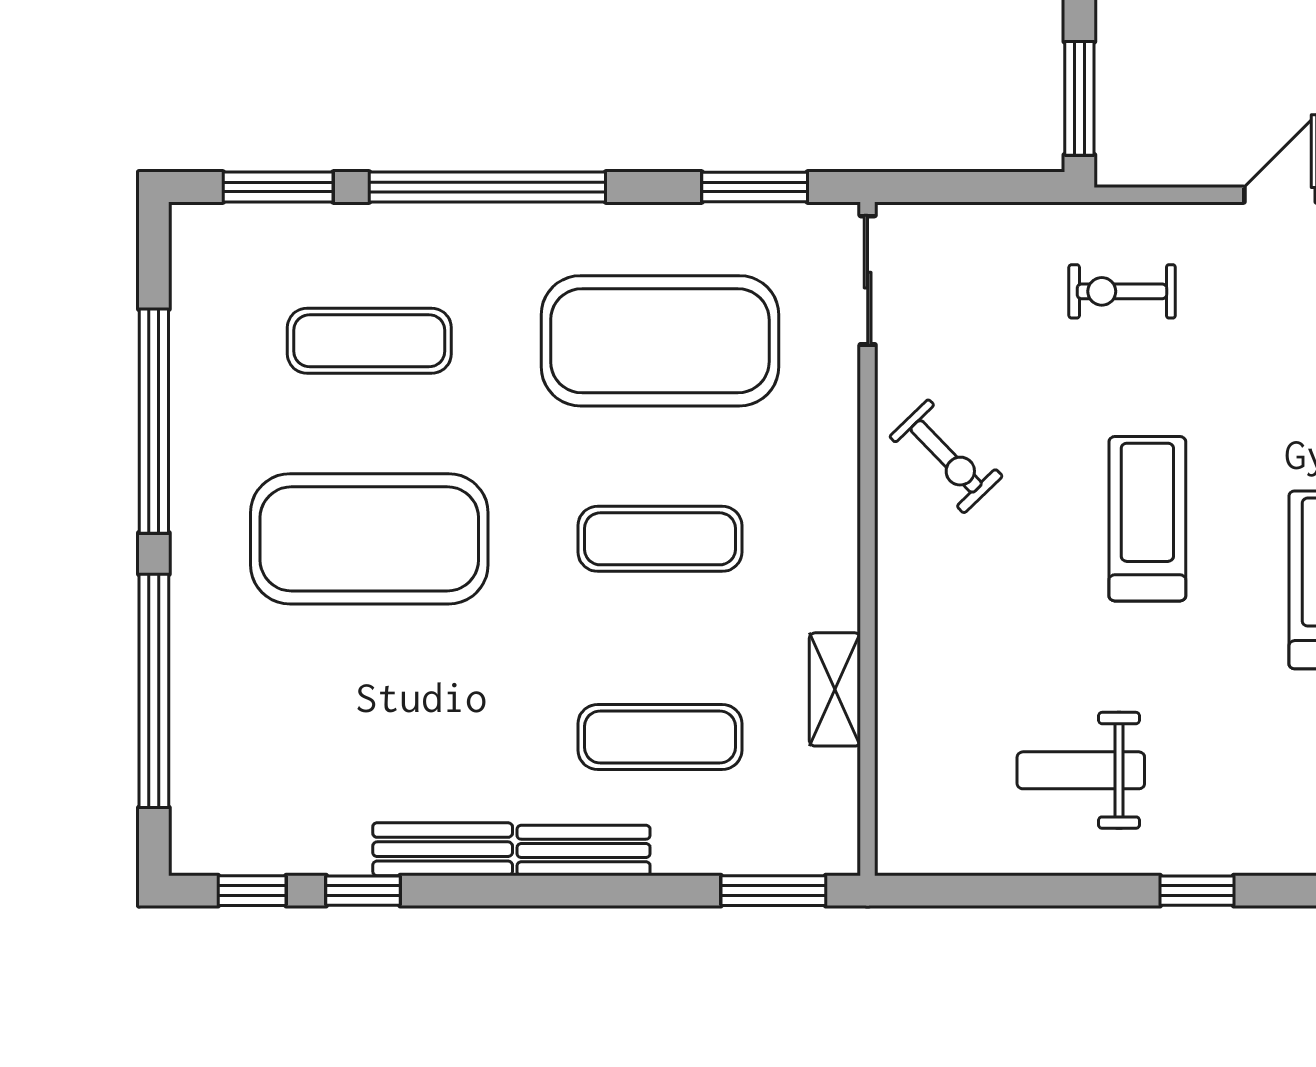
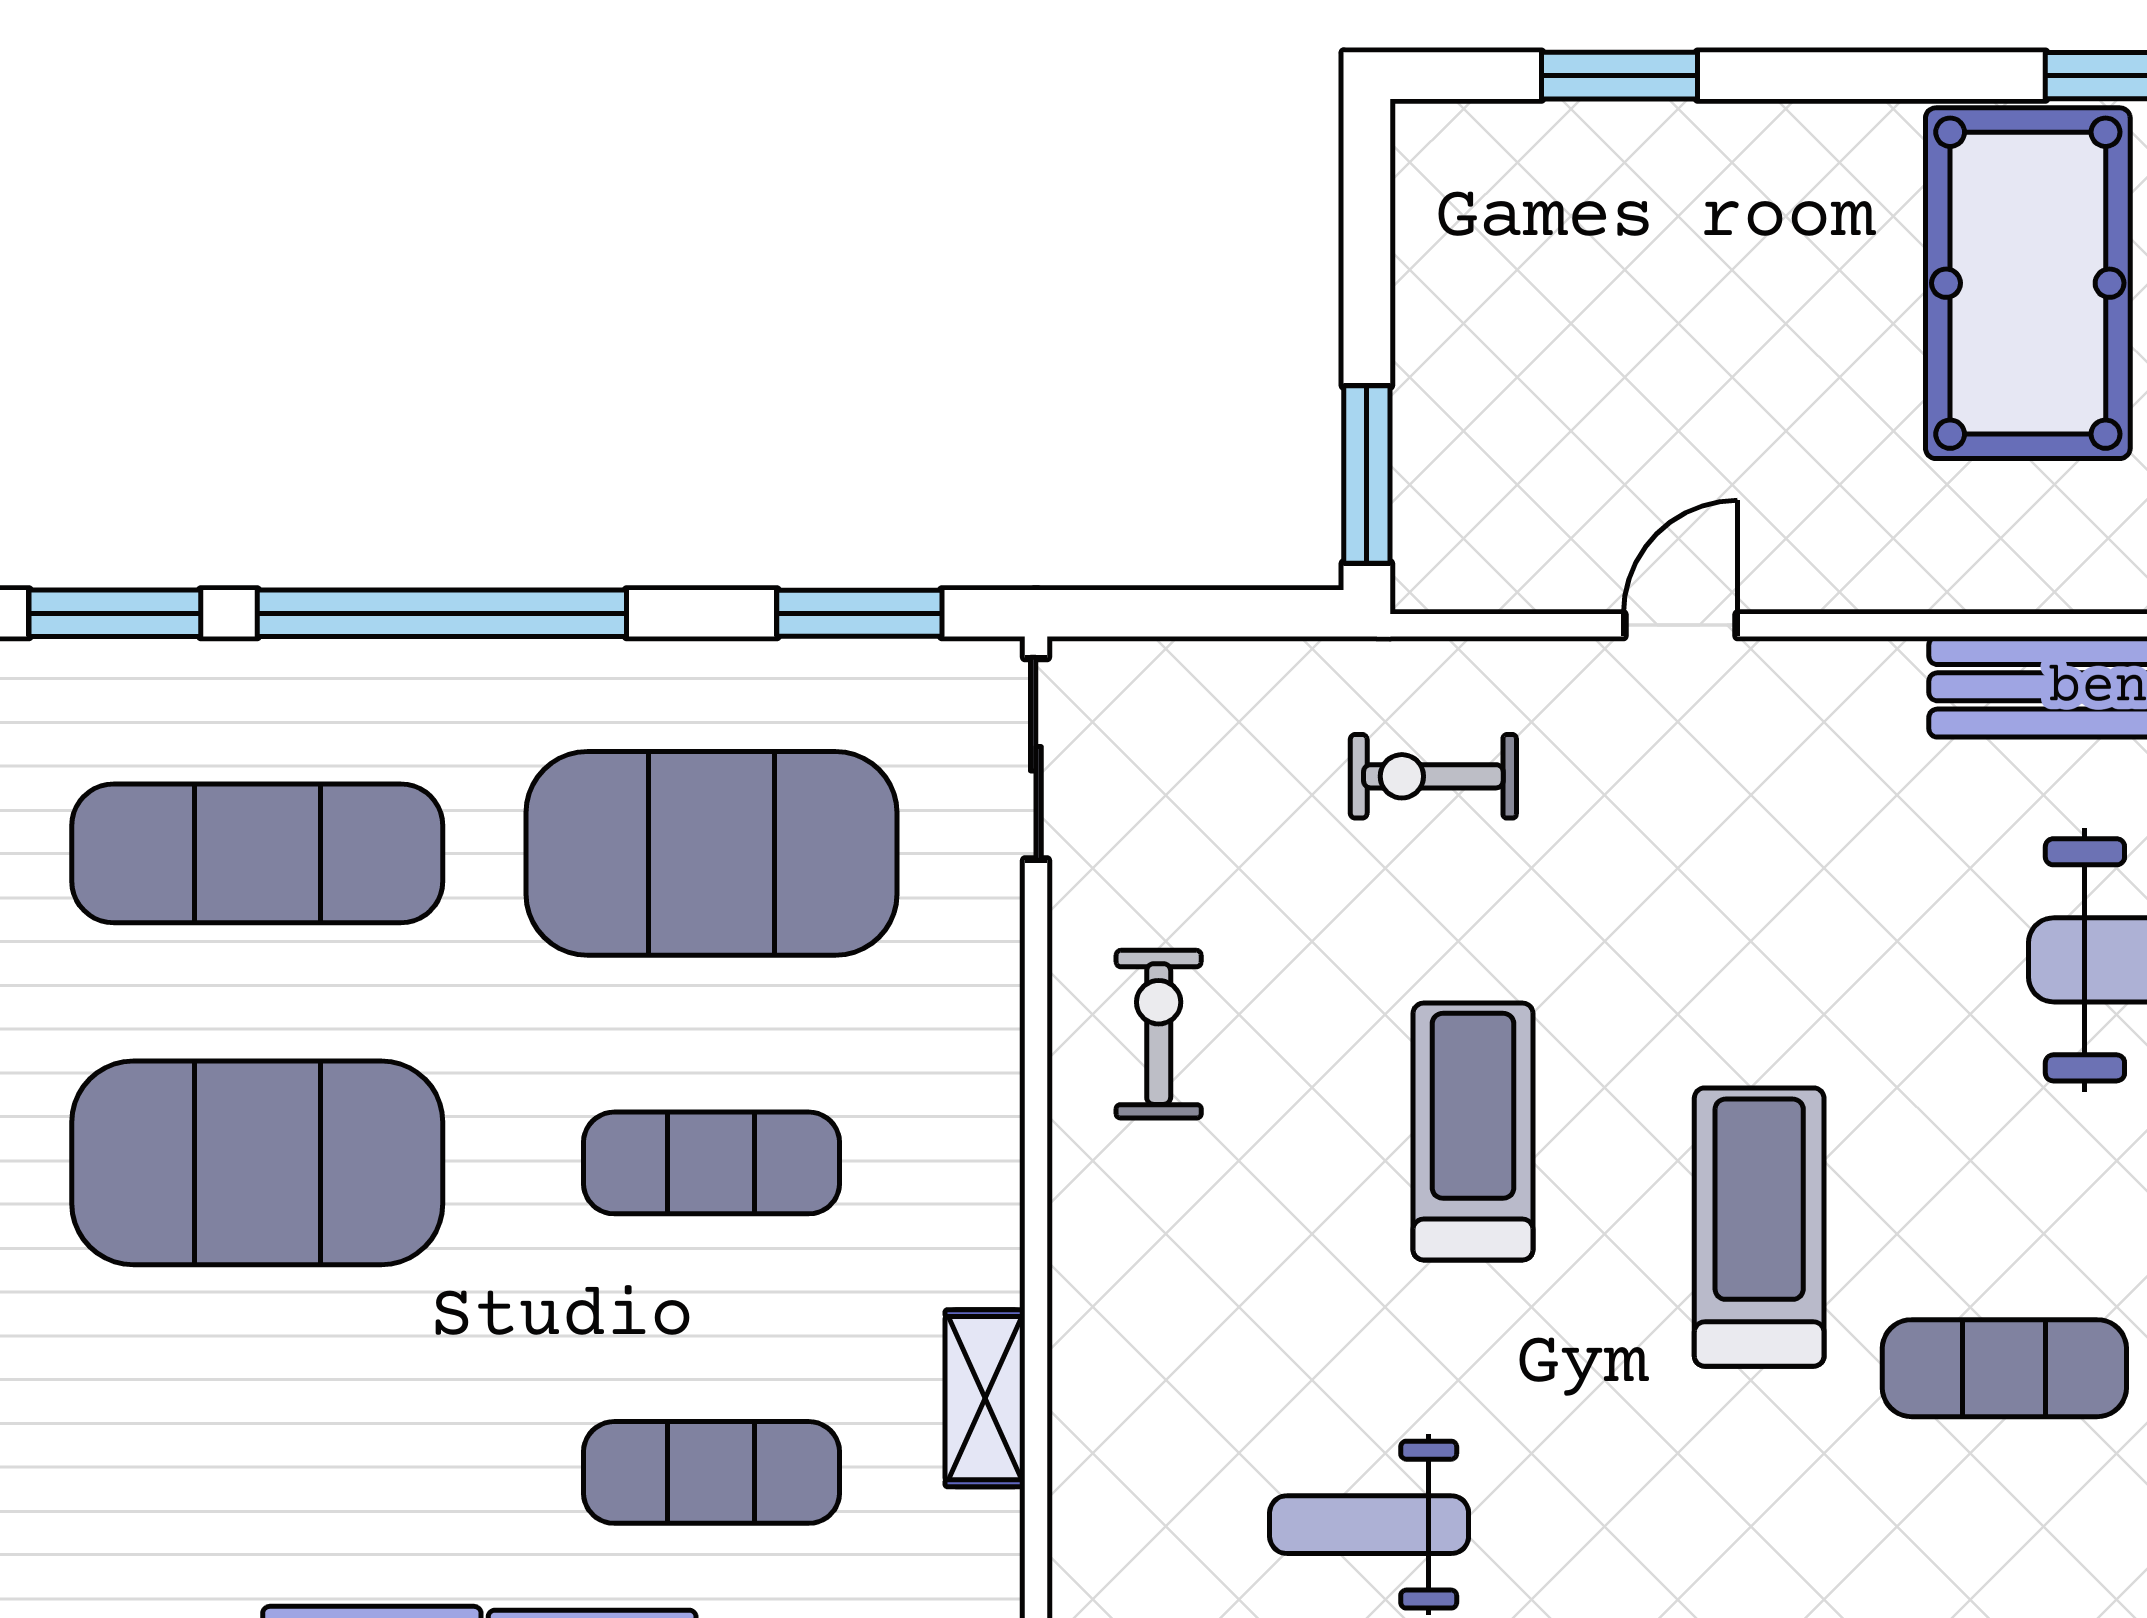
exercise mat: (369, 341) -> (257, 853), width x1.36, depth x1.45
exercise bike: (946, 456) -> (1159, 1034), turned -136

